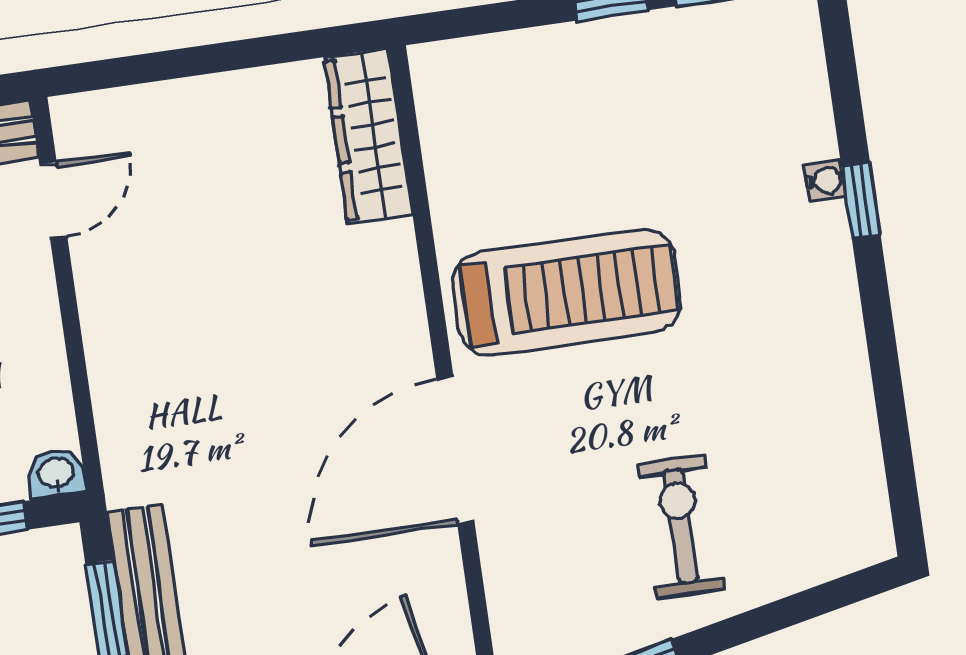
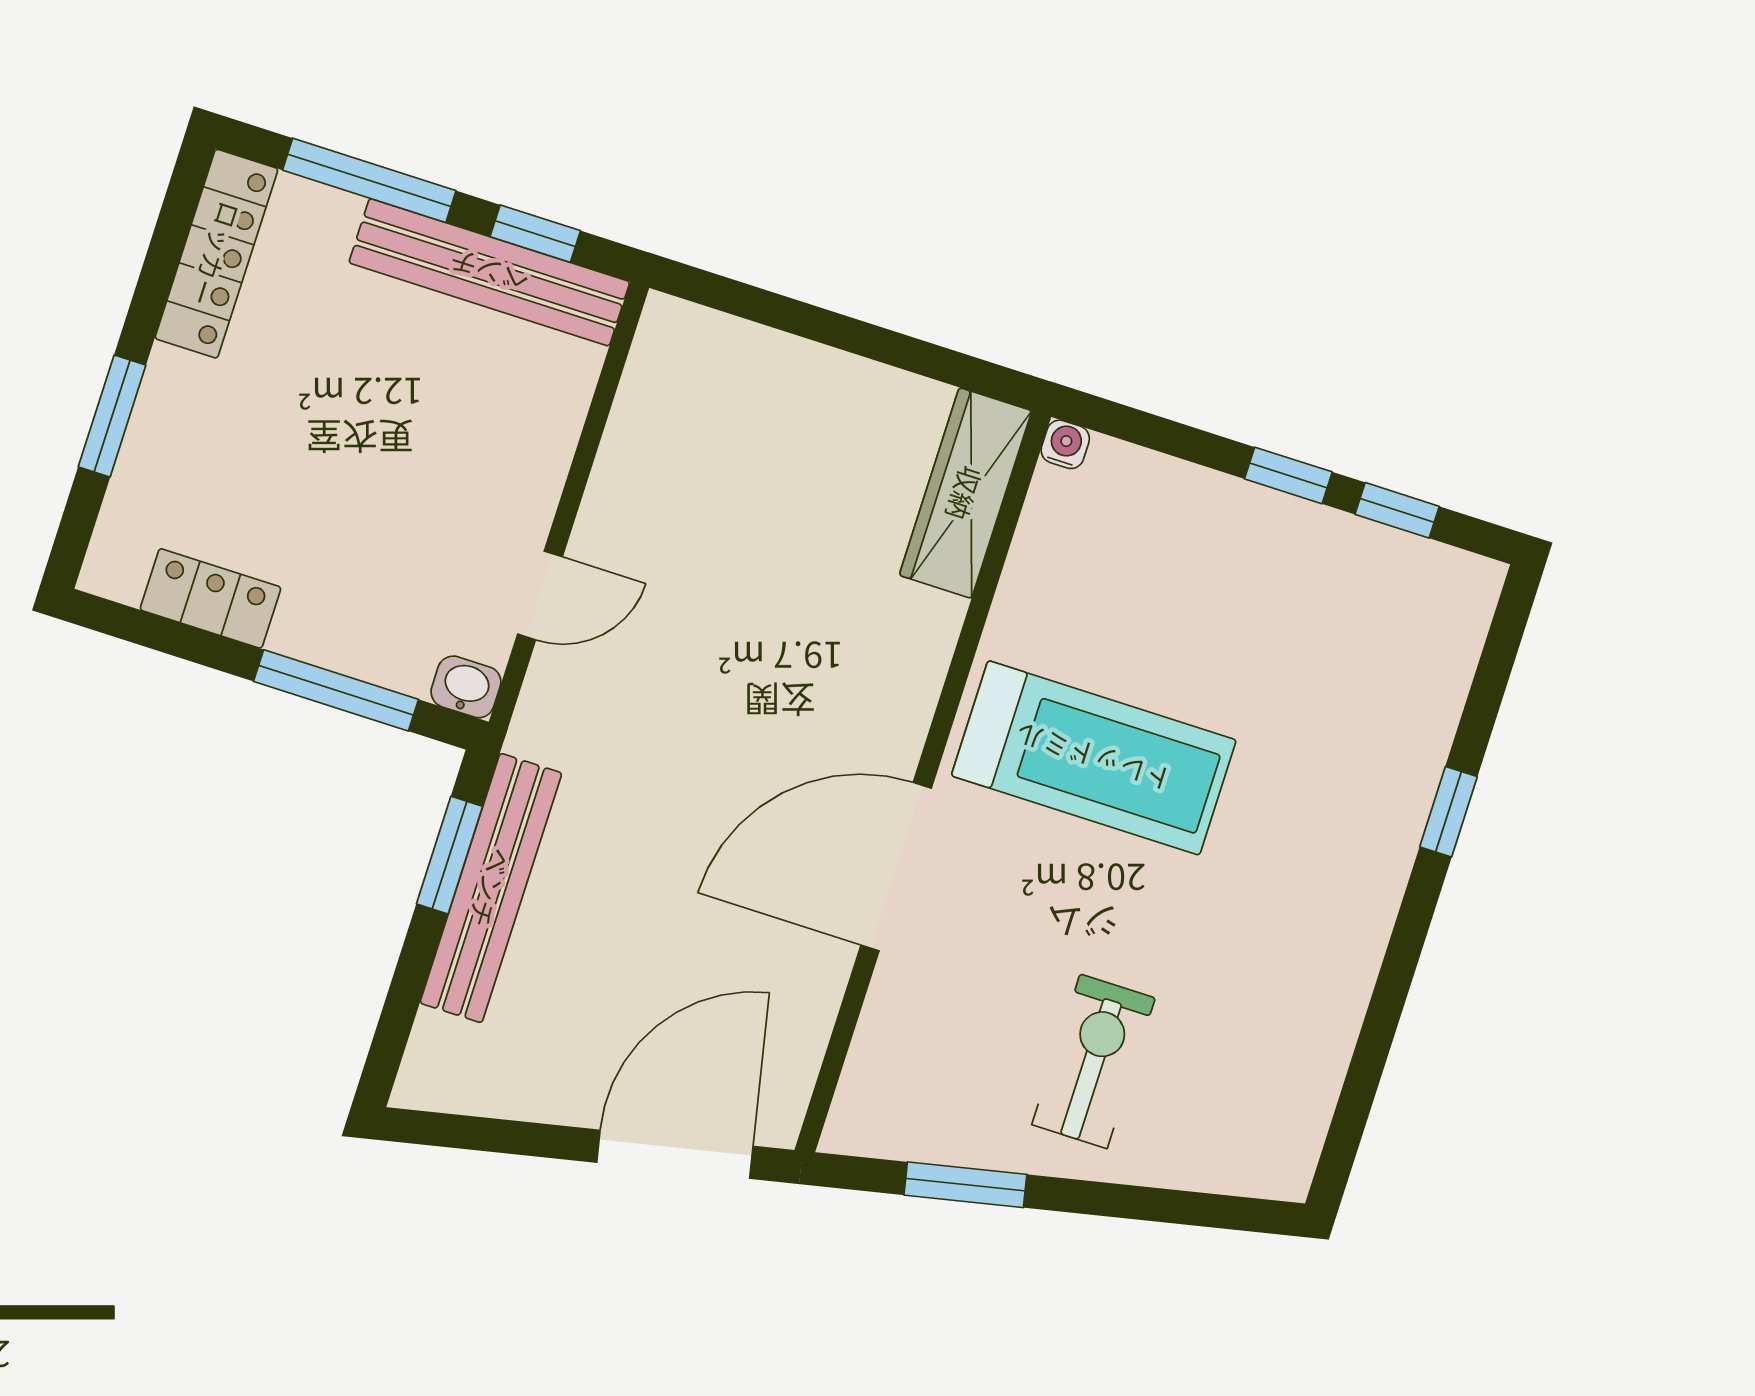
water cooler: (825, 181) -> (1065, 444), moved, turned -90
door: (53, 200) -> (540, 595), moved

